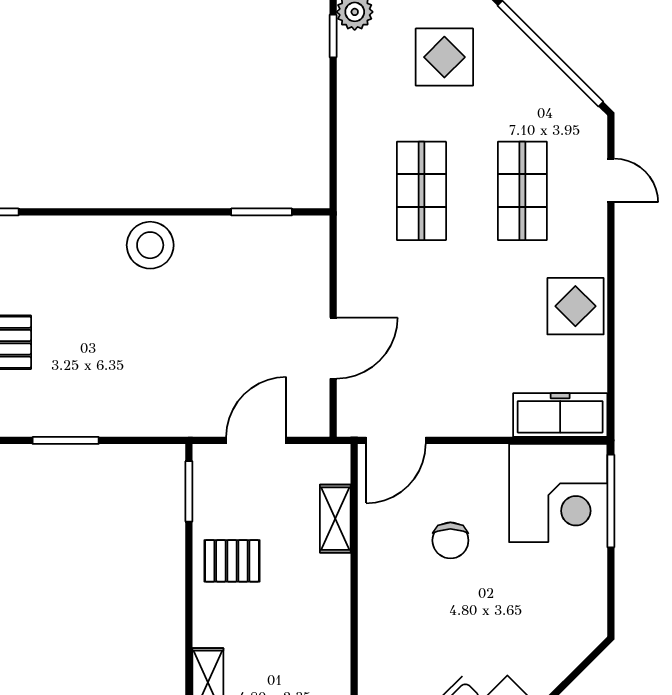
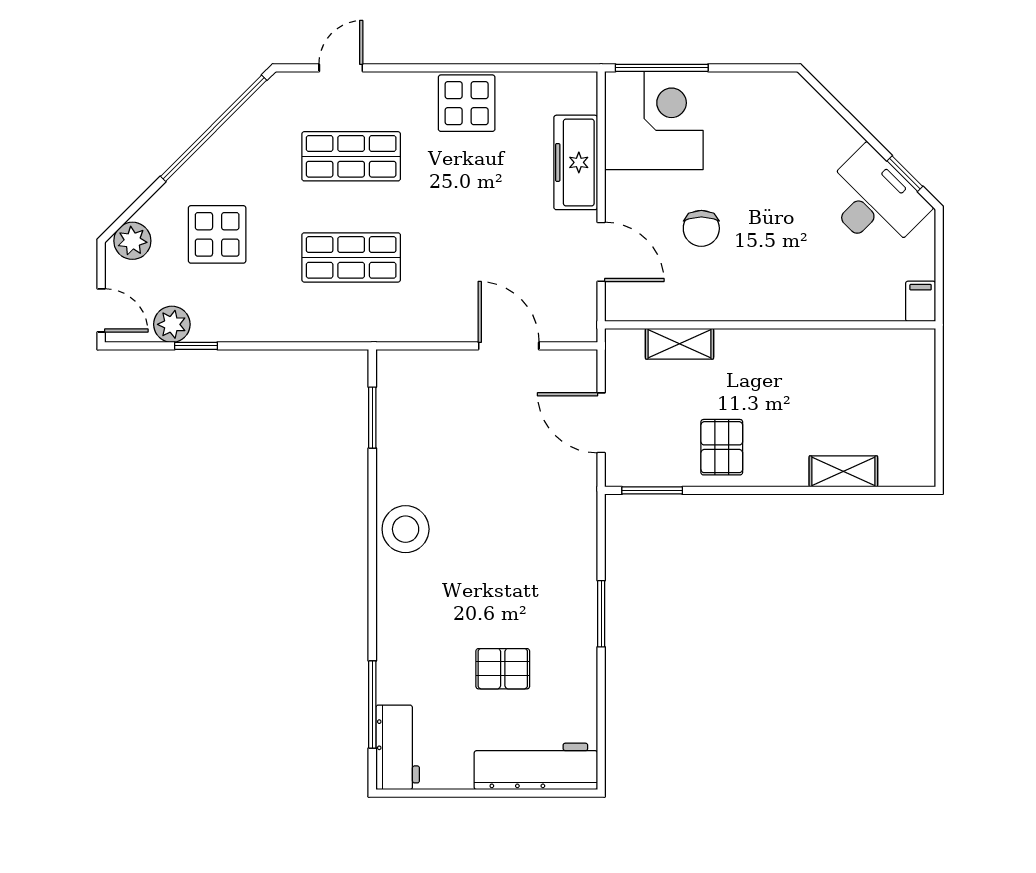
freezer: (560, 415) -> (576, 162), moved
door: (396, 440) -> (601, 252), moved
chair: (450, 540) -> (701, 228), turned 90

